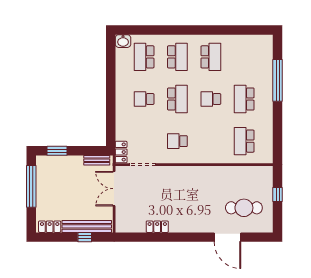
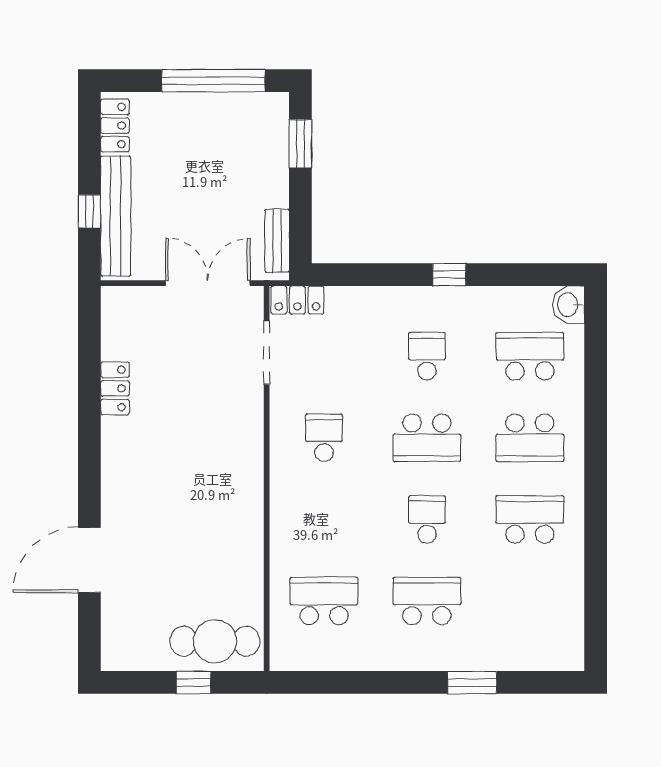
school desk: (211, 57) -> (530, 519), turned 180
window: (278, 80) -> (472, 682), width x0.47
window: (111, 90) -> (449, 275), added
cafe table: (244, 208) -> (215, 641), moved, turned 90

